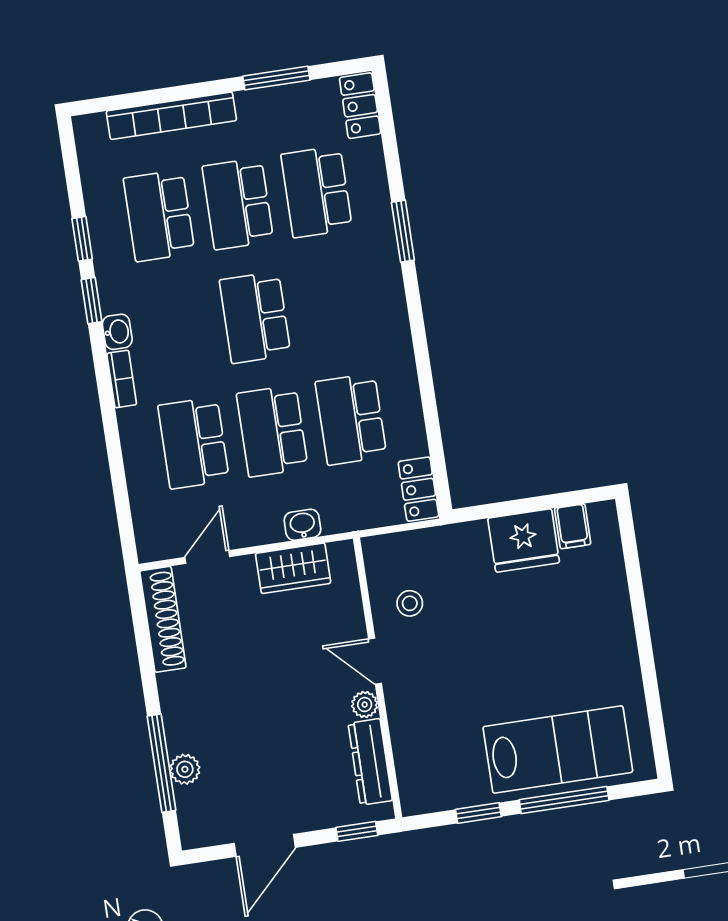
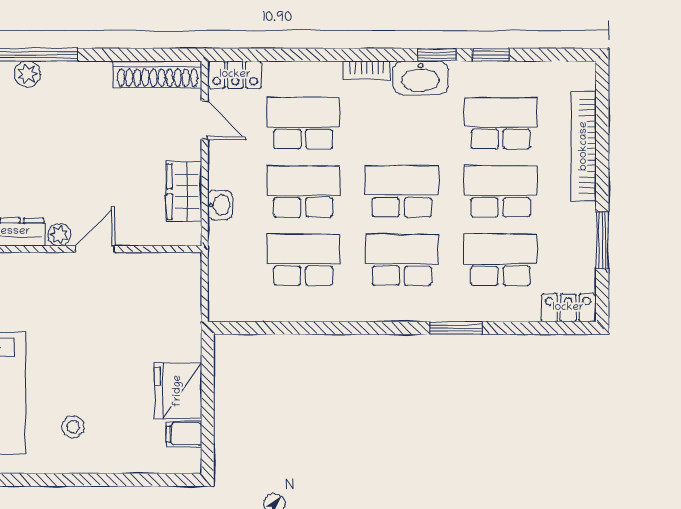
school desk: (334, 305) -> (402, 260), added
washbasin: (117, 332) -> (421, 78), width x1.91, depth x1.45
locker: (418, 489) -> (235, 75), moved, turned 180
stool: (410, 603) -> (73, 427), moved

